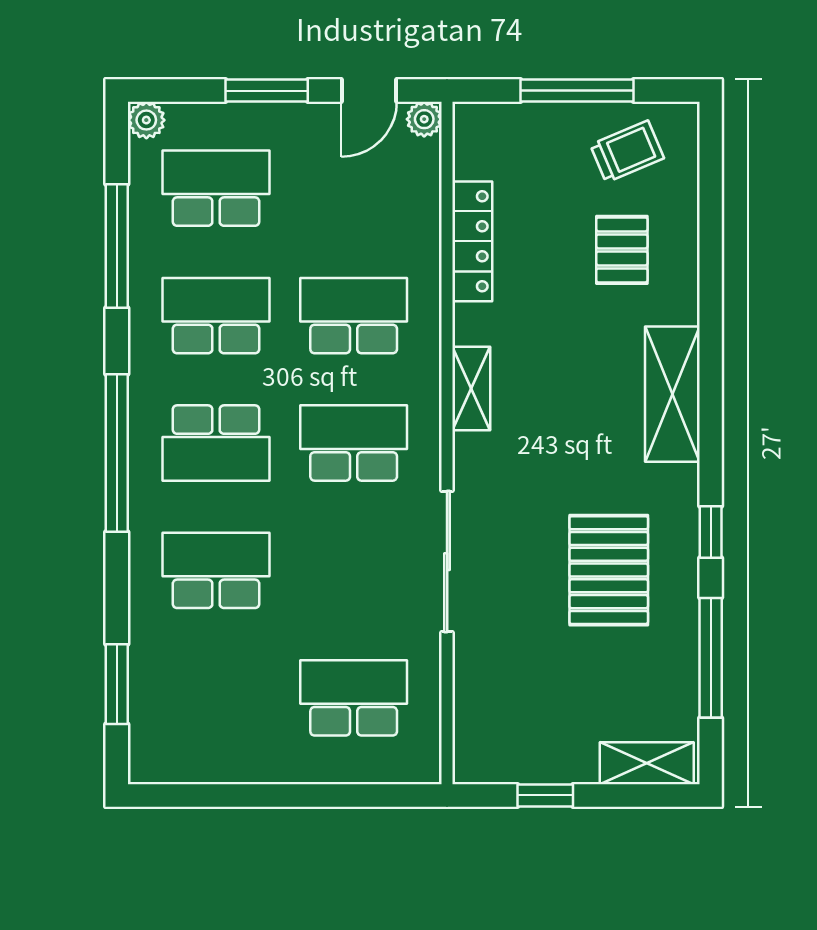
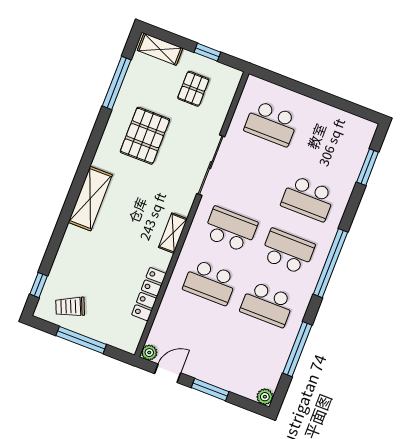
school desk: (216, 188) -> (247, 357), removed
pallet: (622, 250) -> (193, 89), moved
school desk: (354, 443) -> (230, 229), turned 180
window: (711, 532) -> (39, 285), moved

